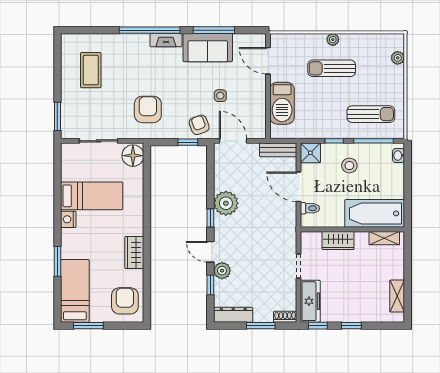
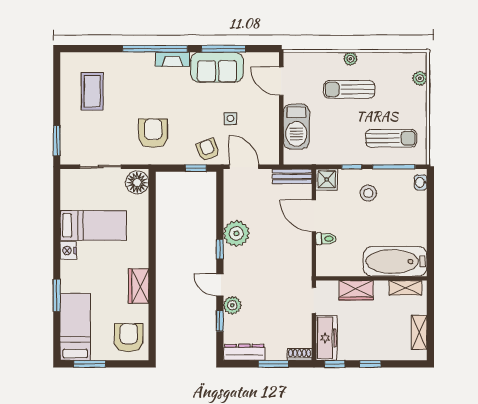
bathtub: (375, 213) -> (395, 261), moved
wall: (352, 229) -> (371, 278), moved
shelving: (384, 238) -> (405, 288), moved
wardrobe: (338, 240) -> (356, 290), moved

